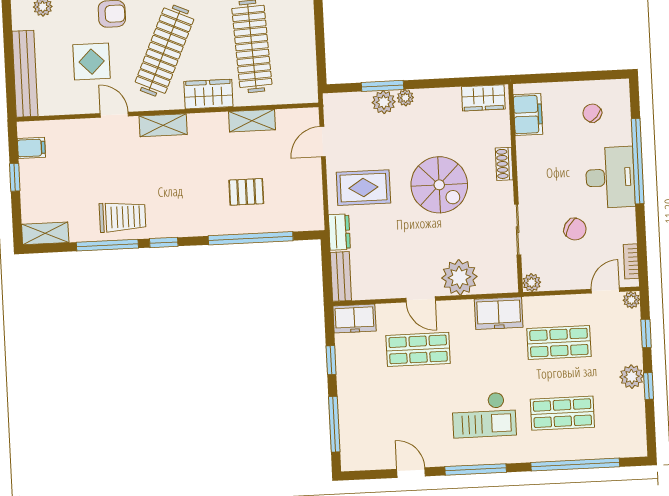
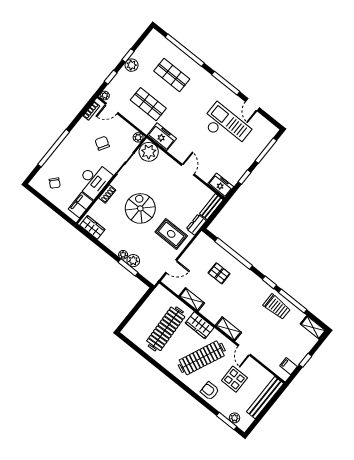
desk: (610, 177) -> (94, 180), moved, turned 180
trolley: (122, 217) -> (277, 307), turned 180
plant: (459, 277) -> (149, 152), moved
shop shelf: (418, 349) -> (206, 151), removed
checkout: (484, 415) -> (226, 126), moved, width x1.36, depth x1.21

